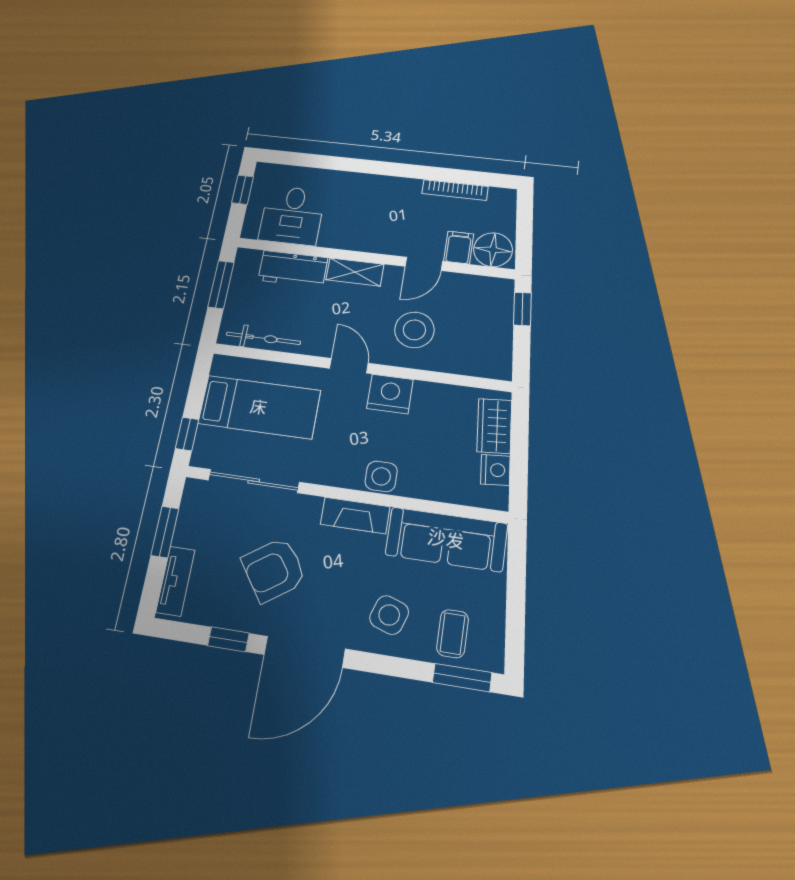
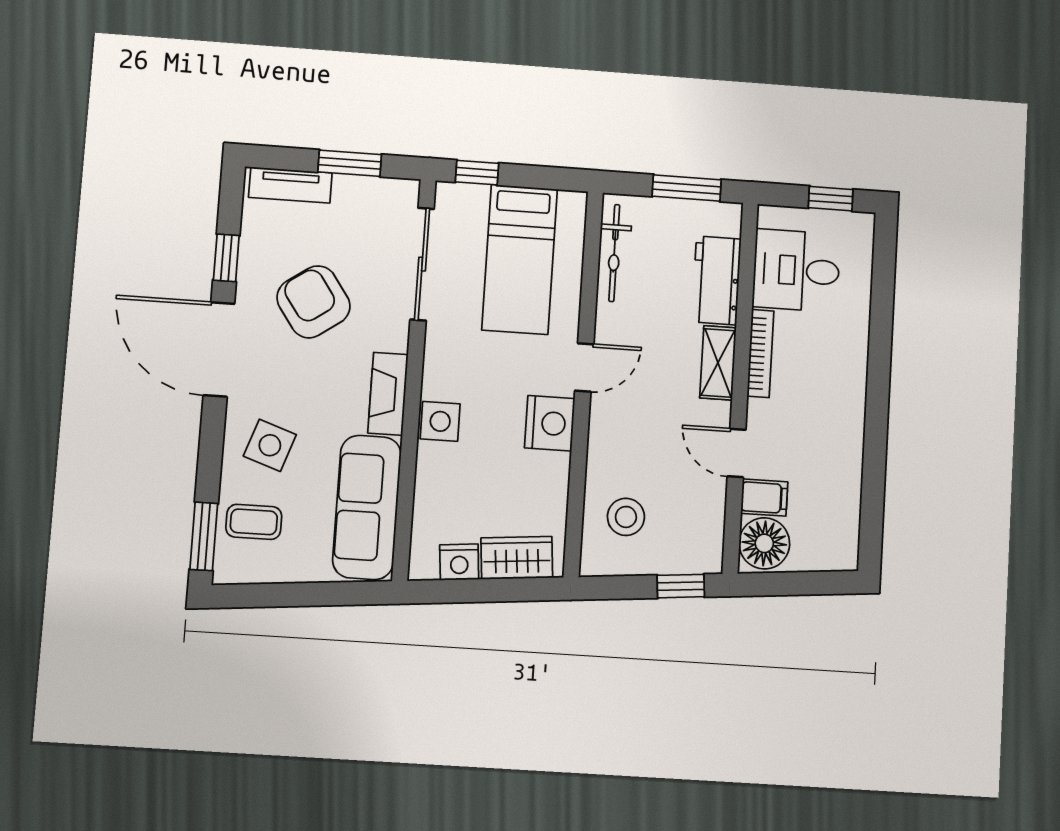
bookcase: (455, 190) -> (760, 354), moved, turned 180
stool: (414, 330) -> (626, 517), moved, width x0.73, depth x0.73

